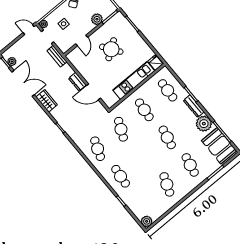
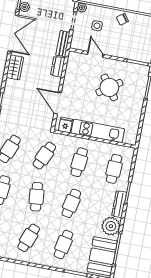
plant: (97, 19) -> (126, 52), removed
door: (82, 41) -> (95, 54), swing flipped
fridge: (155, 63) -> (65, 125), moved
dresser: (77, 82) -> (58, 67), moved
cafe table: (144, 157) -> (37, 197), added

